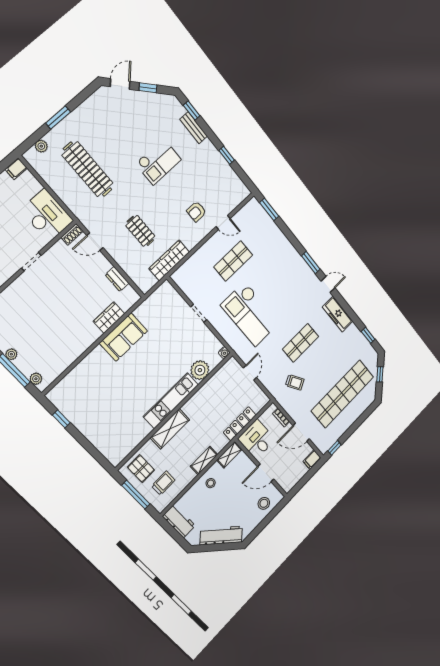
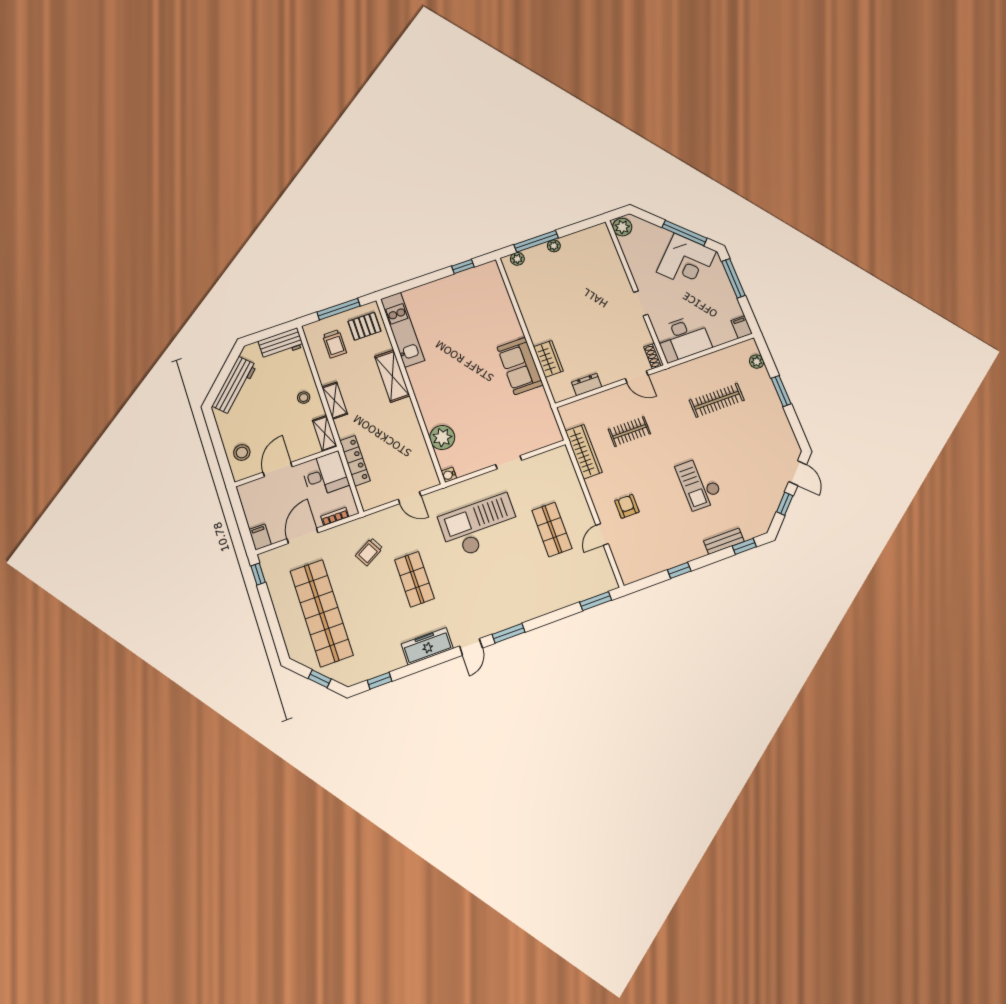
clothes rail: (88, 169) -> (717, 400), width x0.73, depth x0.76
door: (95, 242) -> (637, 377), swing flipped
kitchen unit: (171, 401) -> (402, 330), moved

